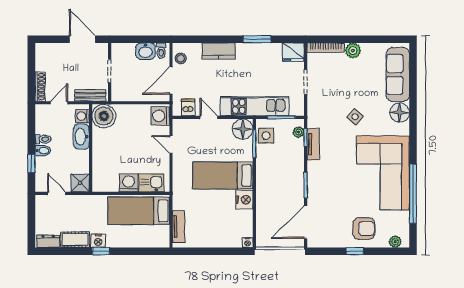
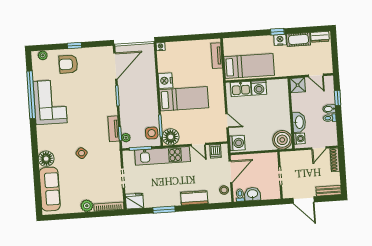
bench: (90, 95) -> (329, 191), moved
corner sofa: (383, 173) -> (50, 102), width x0.73, depth x0.74

